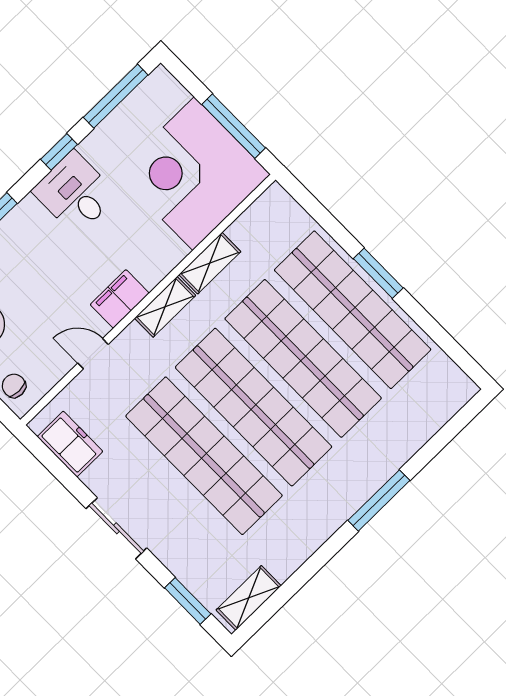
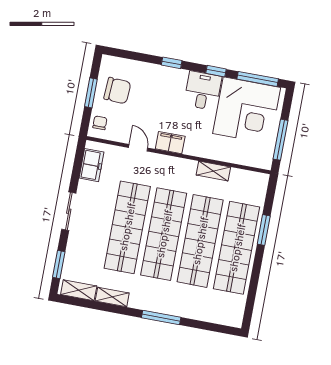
corner desk: (193, 174) -> (247, 110), moved, turned 180
window: (378, 273) -> (264, 230), moved
shelving: (165, 307) -> (112, 297), moved

